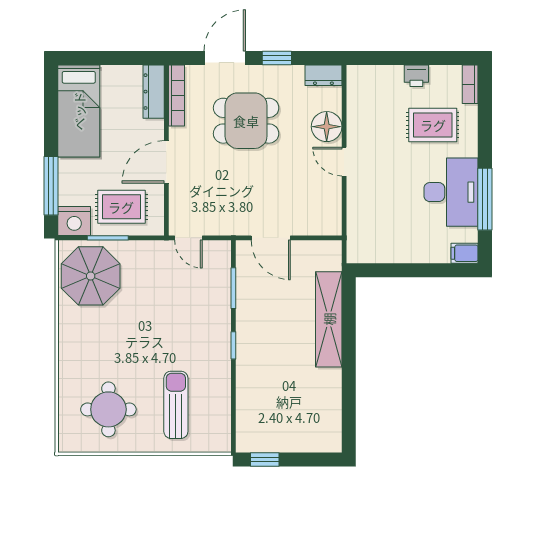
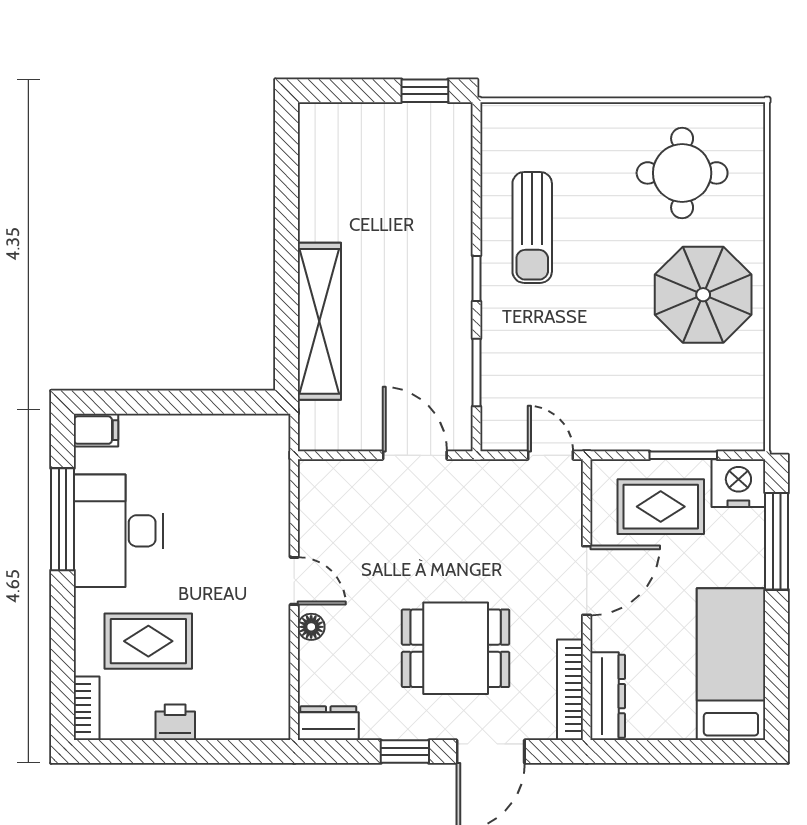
floor lamp: (327, 127) -> (311, 627), width x0.53, depth x0.53
parasol: (91, 276) -> (703, 295), moved
sun lounger: (176, 405) -> (532, 227), moved

